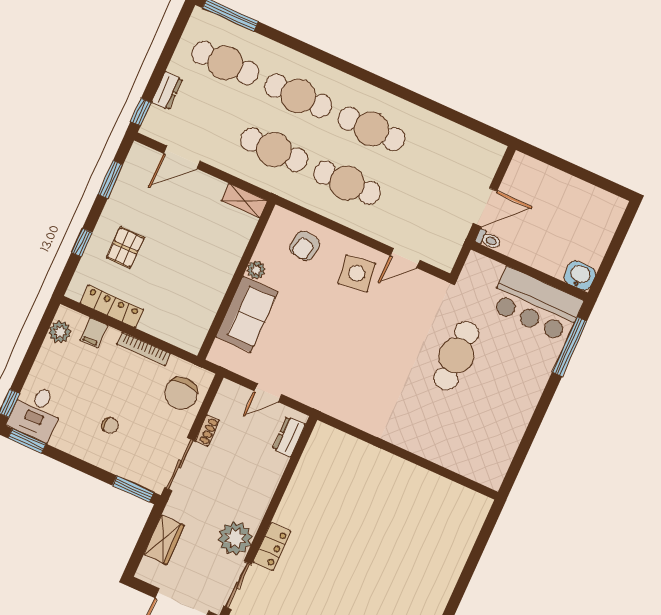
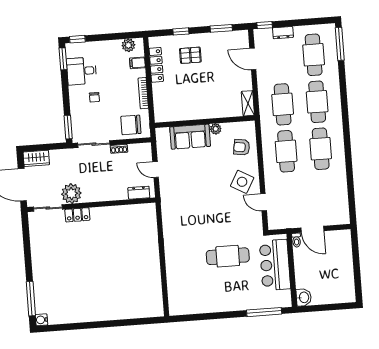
side table: (357, 273) -> (242, 182), turned 37
bar counter: (536, 305) -> (275, 265), moved
desk: (36, 412) -> (82, 71), moved
wardrobe: (164, 540) -> (36, 158), moved

